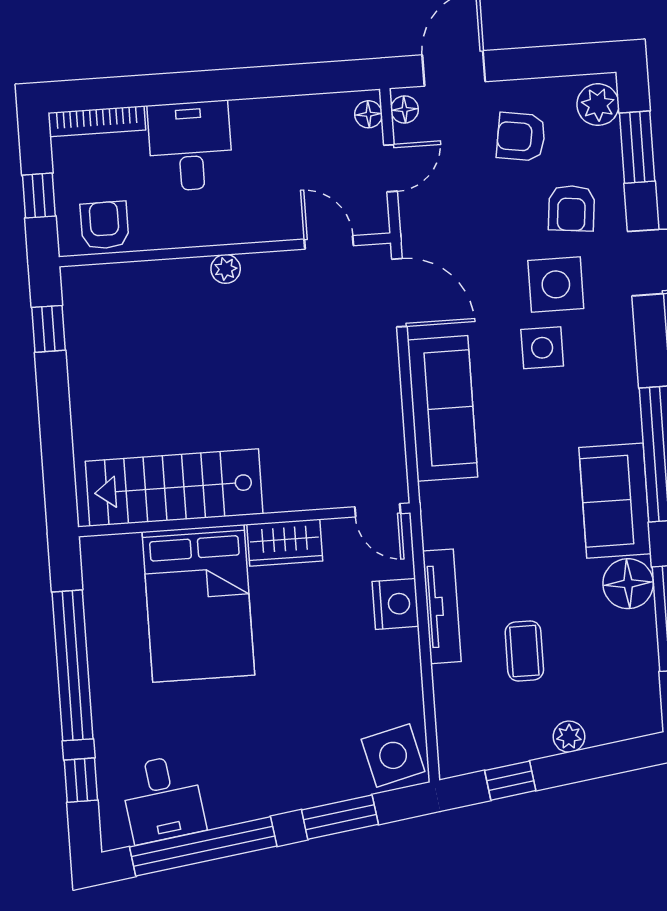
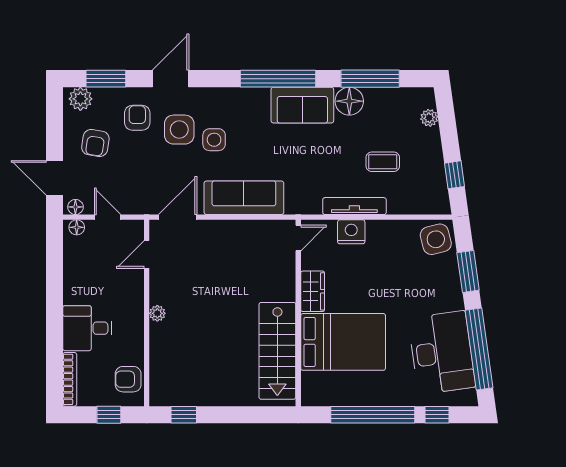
armchair: (571, 208) -> (137, 118), turned -96
plant: (569, 737) -> (429, 118), moved
desk: (163, 799) -> (442, 353), width x1.87, depth x1.30

